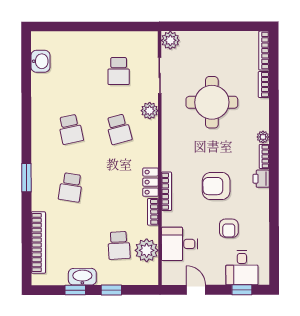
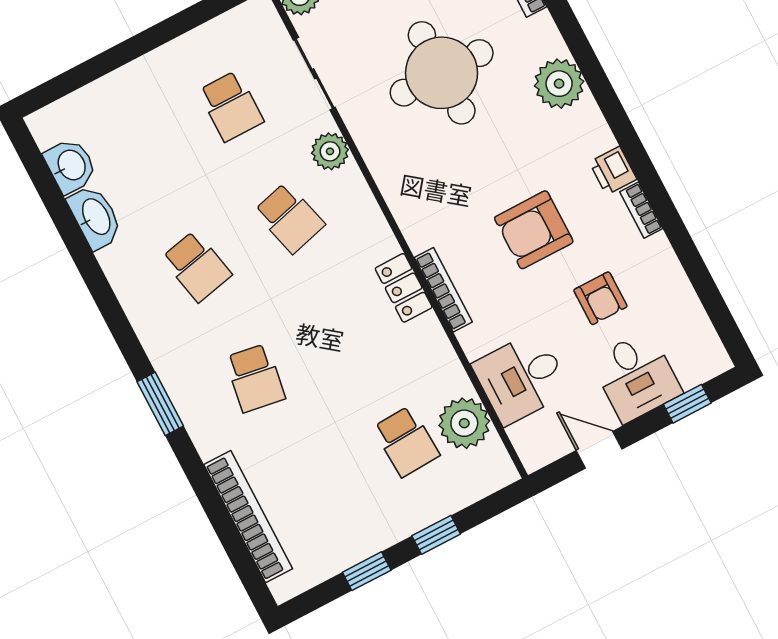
plant: (263, 137) -> (559, 84), width x1.88, depth x1.88
bookcase: (264, 157) -> (641, 210), moved
bookcase: (153, 212) -> (438, 343), removed
desk: (242, 268) -> (636, 376), moved
washbasin: (82, 277) -> (95, 217), moved, turned 90

